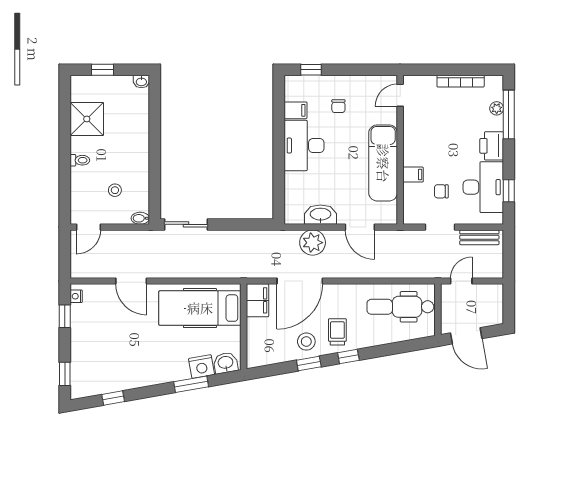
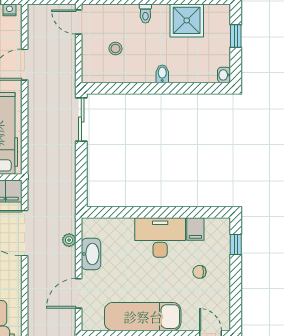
bidet: (140, 218) -> (162, 74), moved
plant: (313, 243) -> (69, 240), width x0.53, depth x0.53

